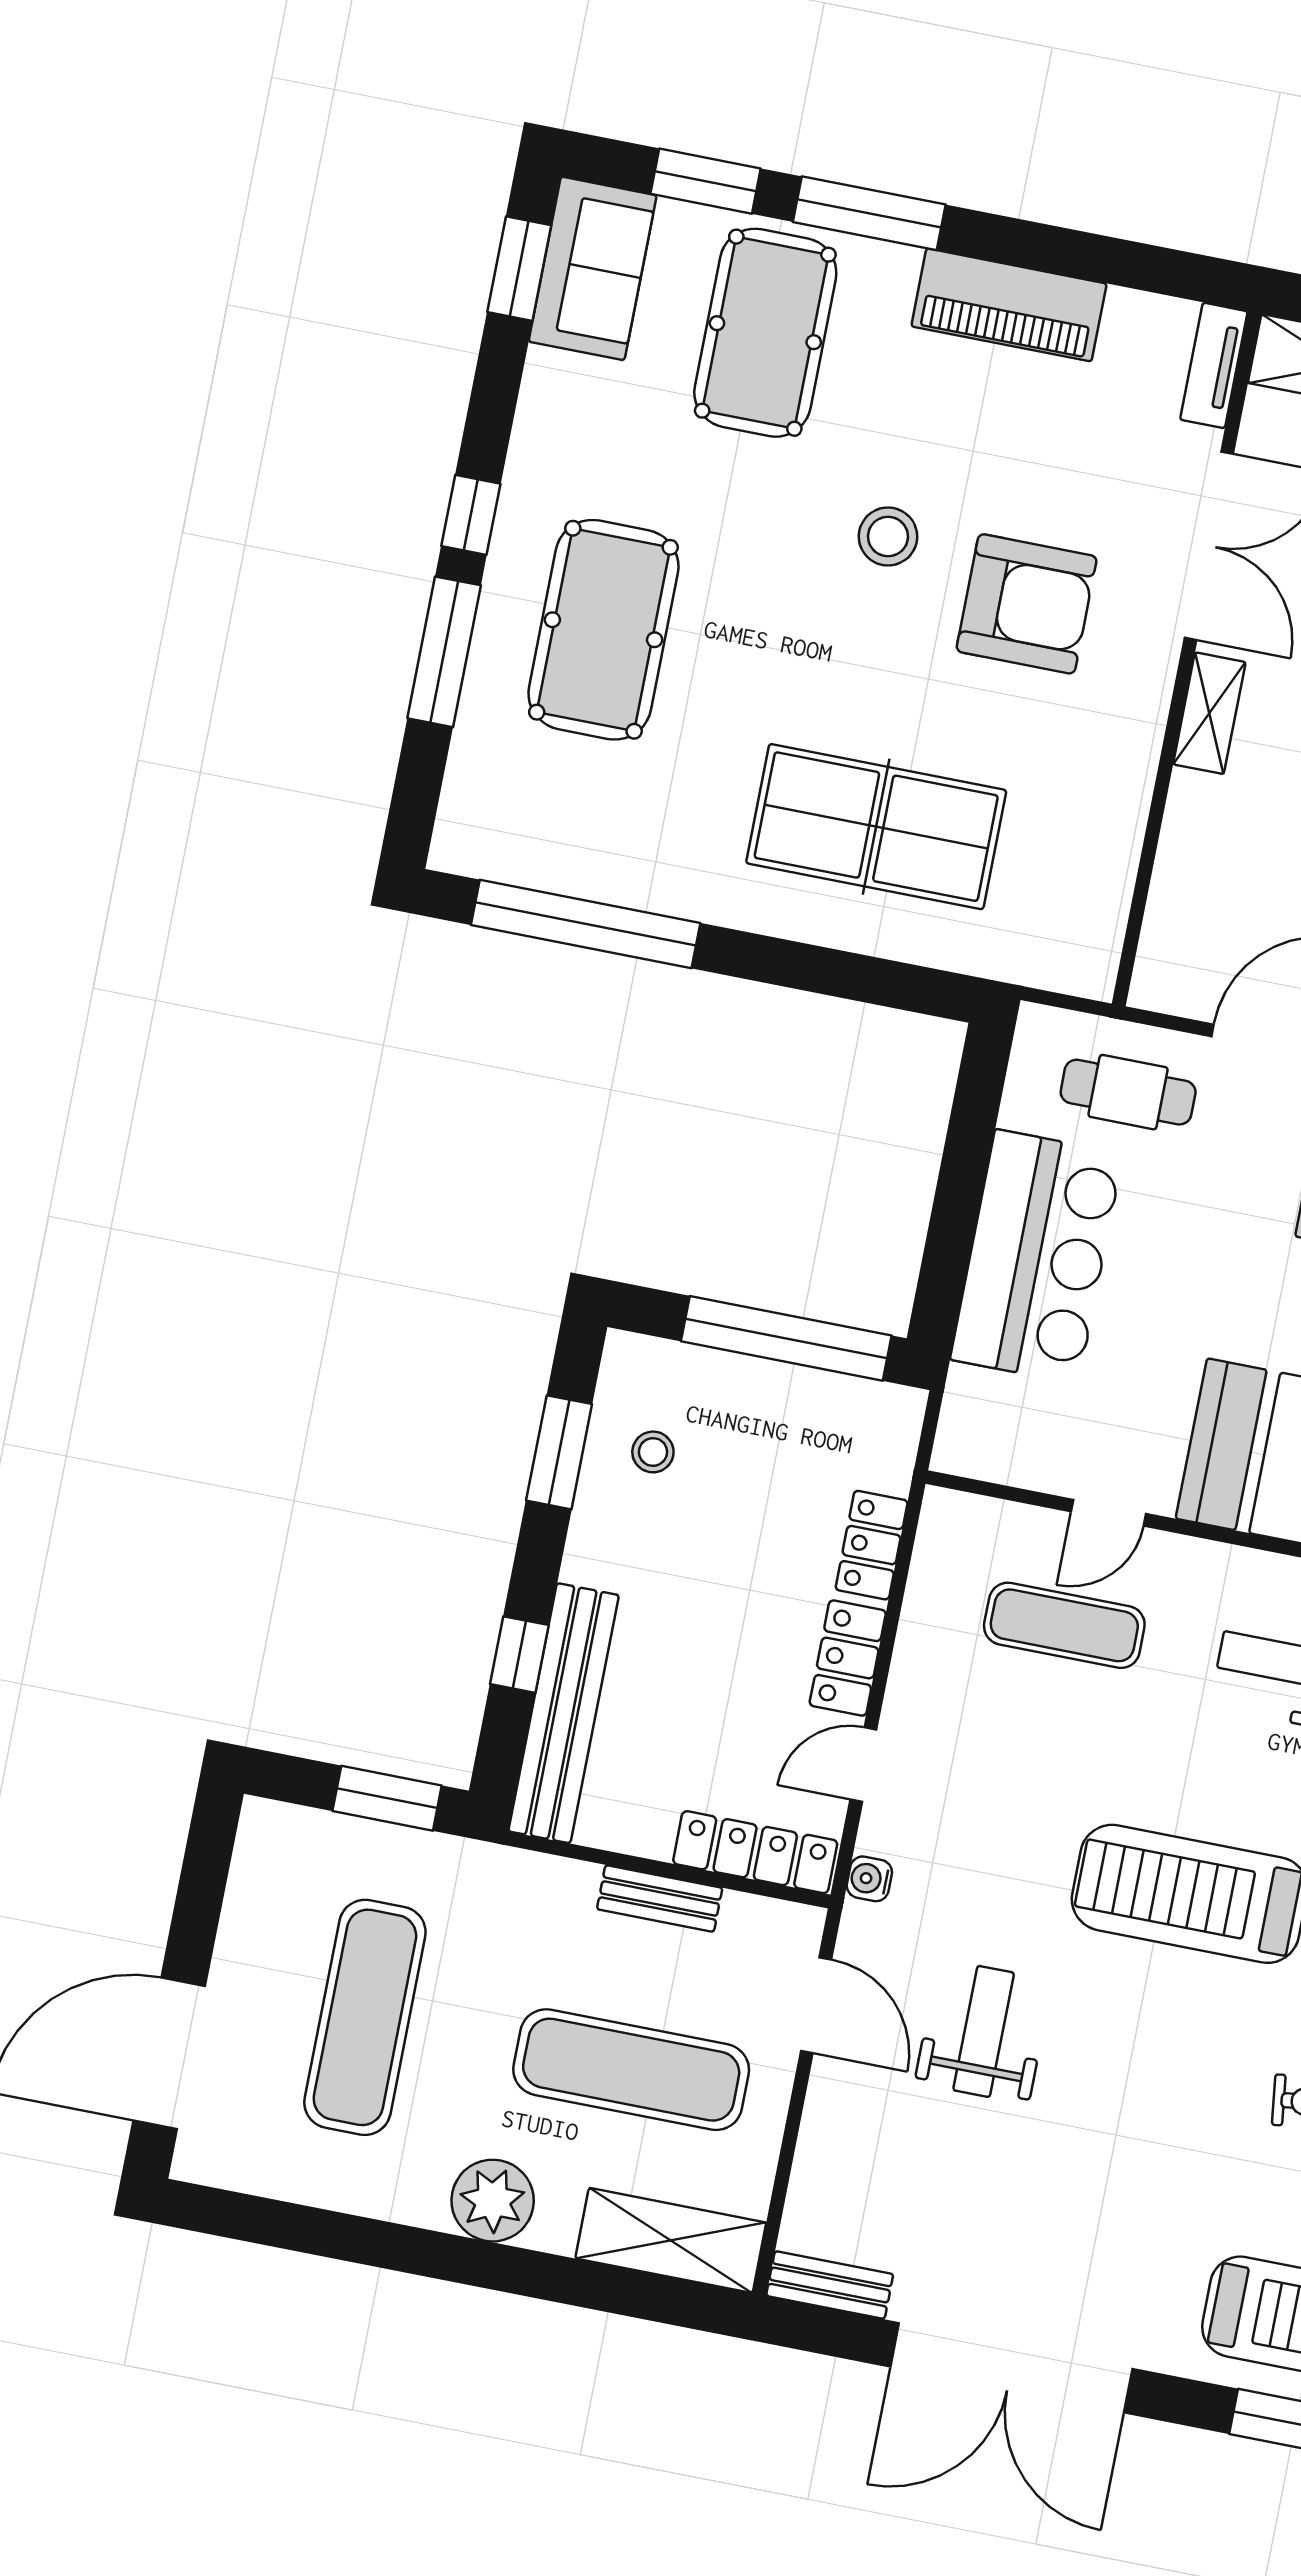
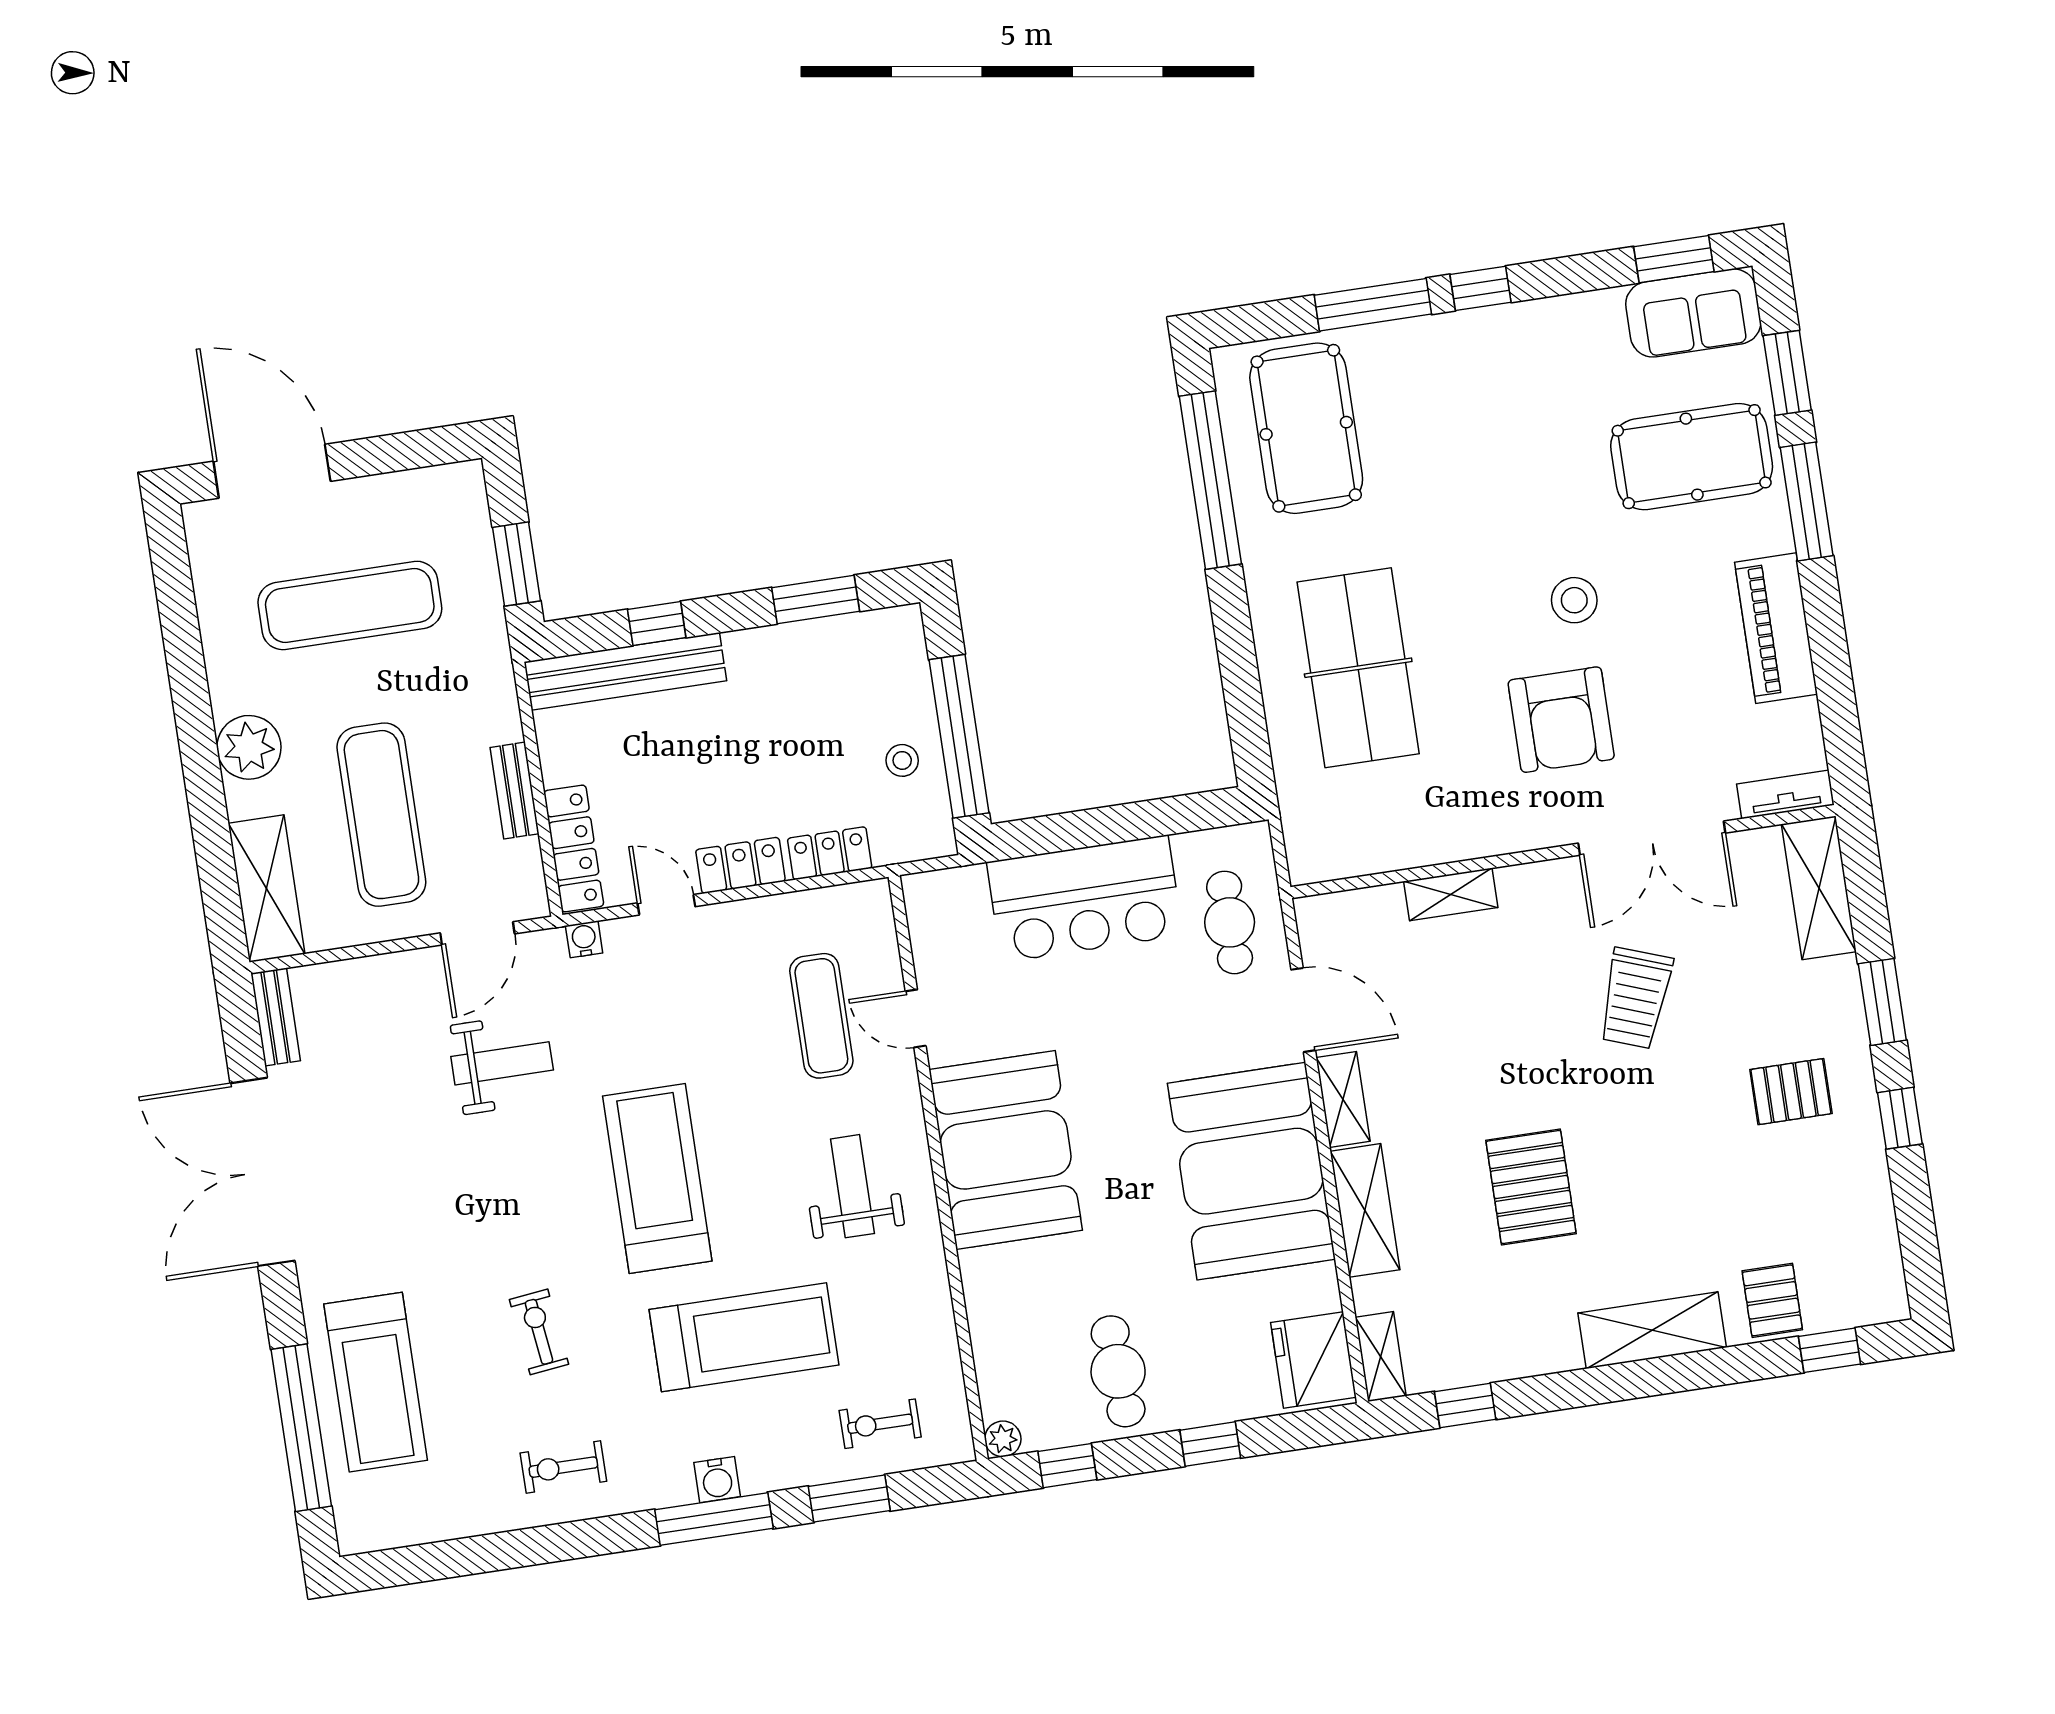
pool table: (603, 630) -> (1306, 428), moved, turned 90
shelving: (1209, 713) -> (1451, 894), moved
stool: (653, 1452) -> (902, 760), moved

